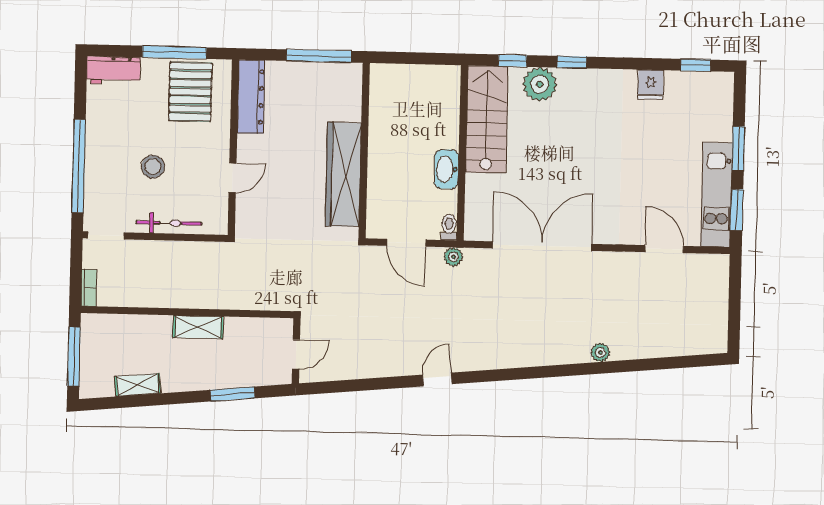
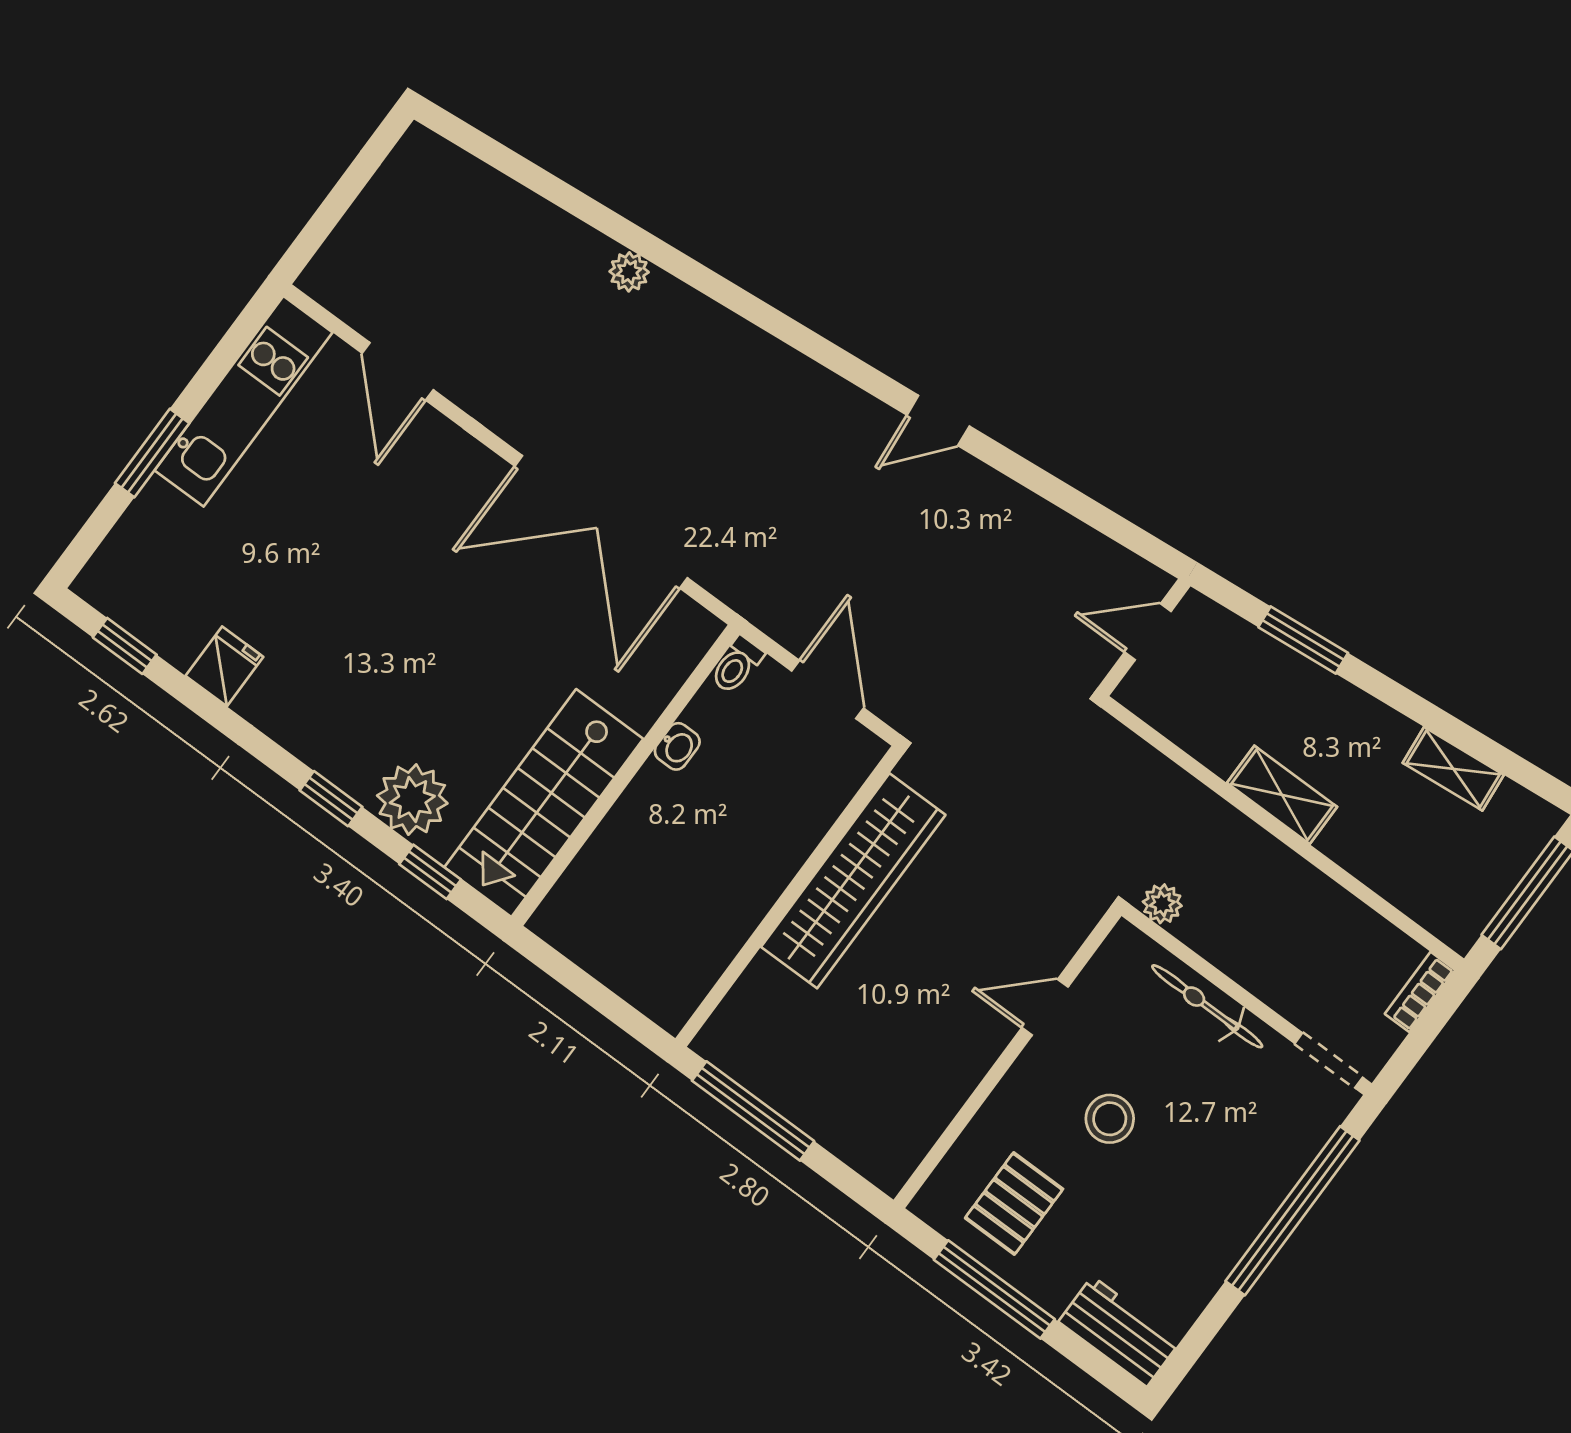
pallet: (190, 92) -> (1014, 1204), width x0.67, depth x0.71
dresser: (251, 97) -> (917, 1122), removed
stool: (153, 167) -> (1110, 1119), moved
washbasin: (446, 169) -> (677, 746), width x0.52, depth x0.69
window: (737, 210) -> (227, 351), removed
plant: (453, 257) -> (1162, 904), moved

